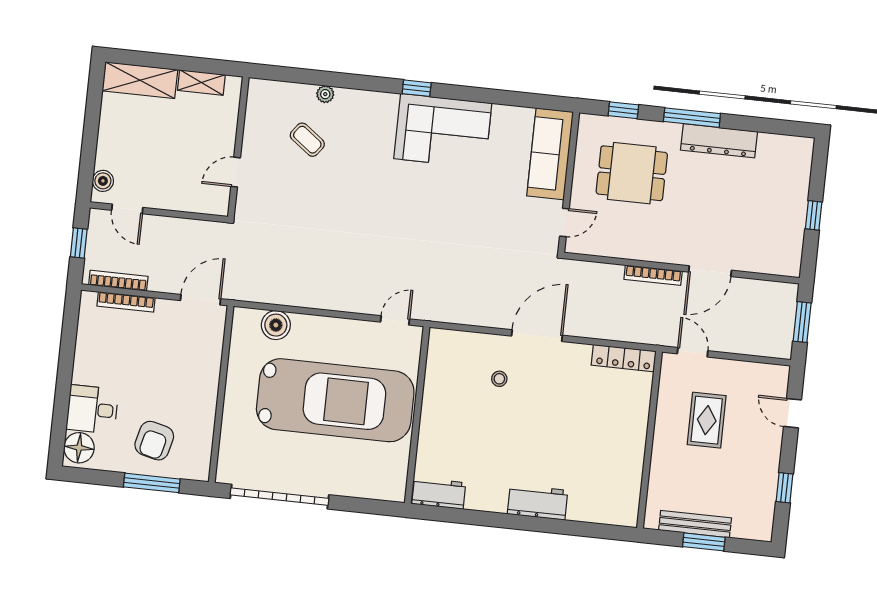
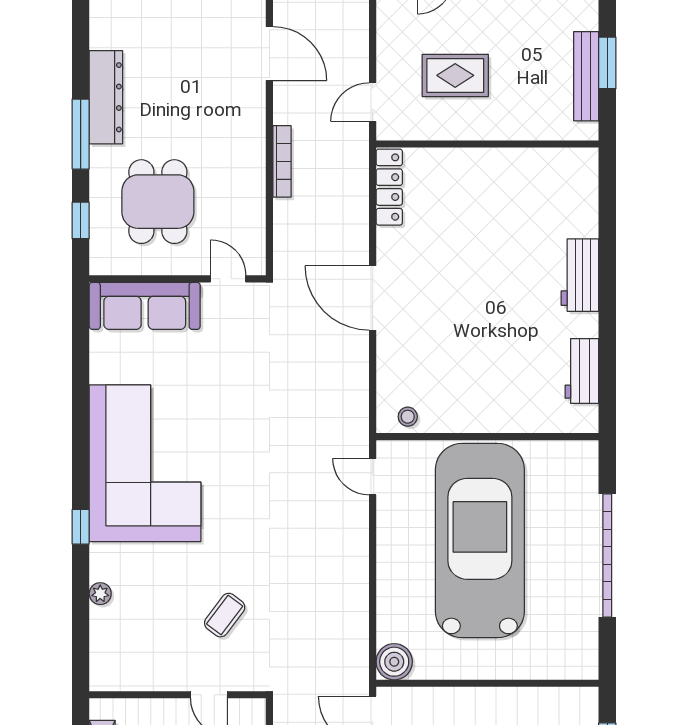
window: (417, 88) -> (81, 527), moved
corner sofa: (443, 131) -> (145, 463), width x1.36, depth x1.36
coffee table: (307, 140) -> (225, 615), moved
door: (710, 271) -> (269, 54), moved
boiler: (276, 325) -> (394, 662), moved
stool: (499, 379) -> (408, 417), moved
workbench: (439, 493) -> (582, 371), moved
garage door: (279, 497) -> (607, 556), moved

